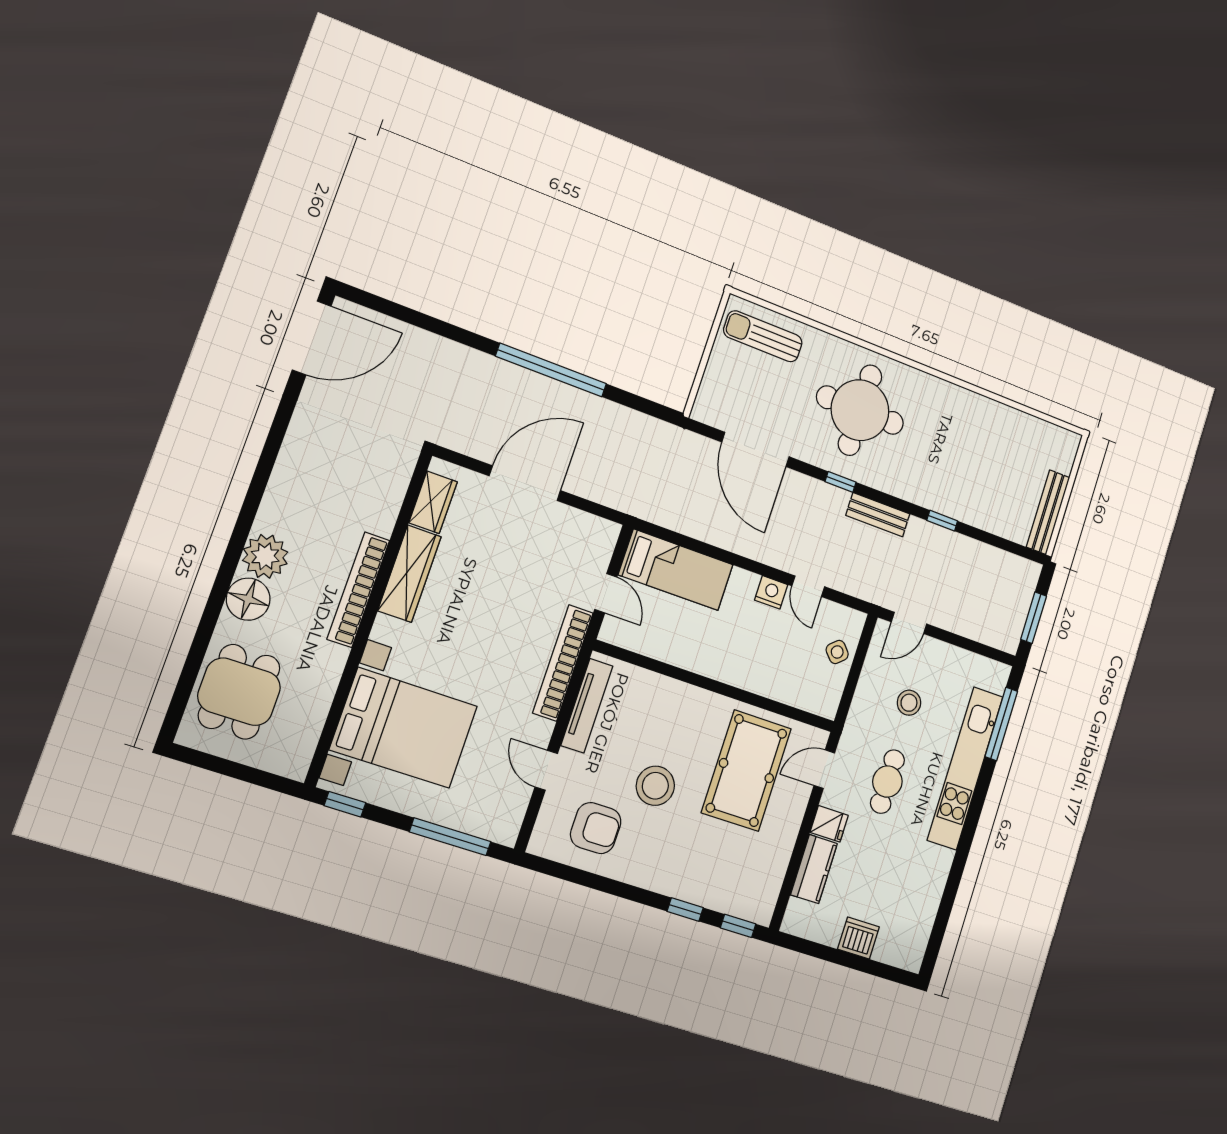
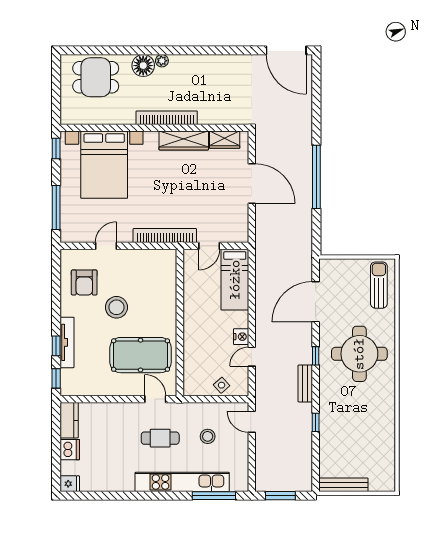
plant: (265, 556) -> (162, 61), width x0.53, depth x0.53
tv unit: (587, 706) -> (67, 342), moved, turned -90
fridge: (829, 824) -> (70, 484), moved, turned -90
kitchen counter: (814, 869) -> (69, 420), moved, turned -90

